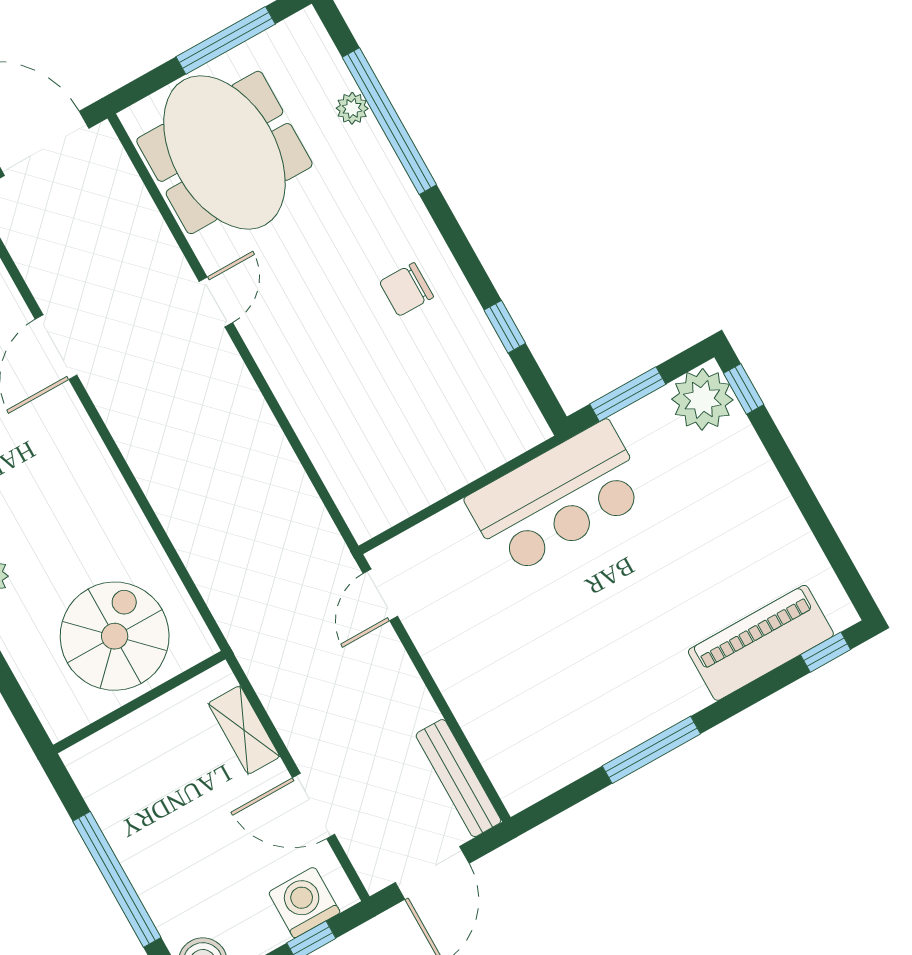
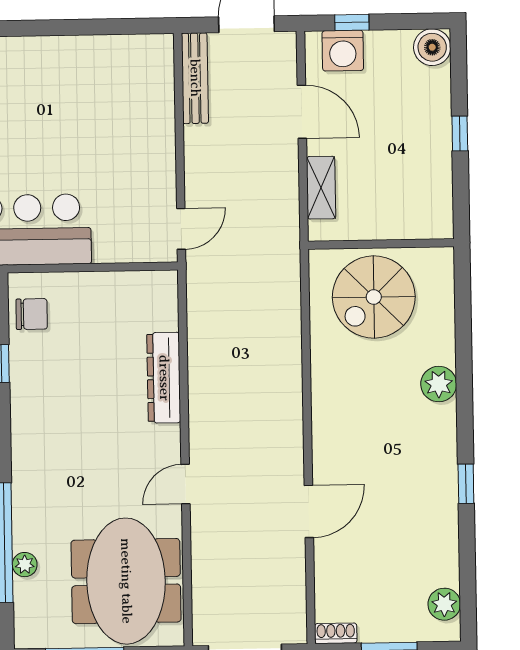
chair: (406, 289) -> (32, 314), moved
dresser: (308, 412) -> (164, 378), added
window: (651, 750) -> (56, 28), removed
window: (117, 879) -> (460, 133), width x0.32

